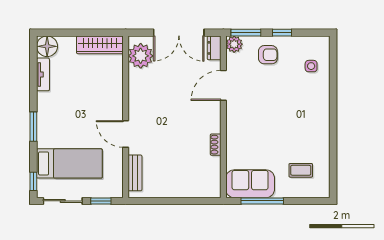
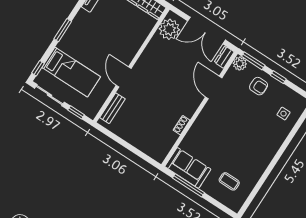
door: (223, 85) -> (214, 87), hinge flipped

